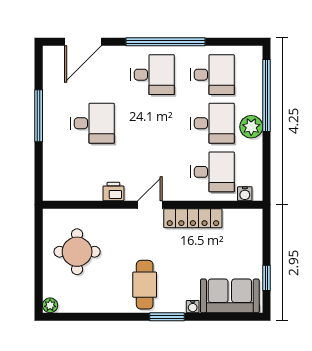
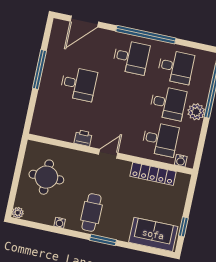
locker: (193, 218) -> (153, 174), moved
water cooler: (193, 307) -> (60, 223), moved

